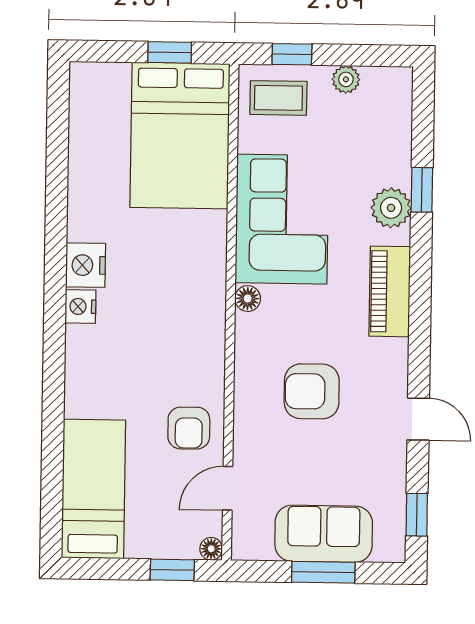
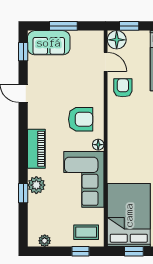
plant: (346, 79) -> (45, 241), moved
armchair: (312, 391) -> (81, 119), moved
door: (228, 488) -> (106, 62), hinge flipped
sofa: (324, 534) -> (49, 43), moved
floor lamp: (211, 549) -> (117, 40), width x1.89, depth x1.89

